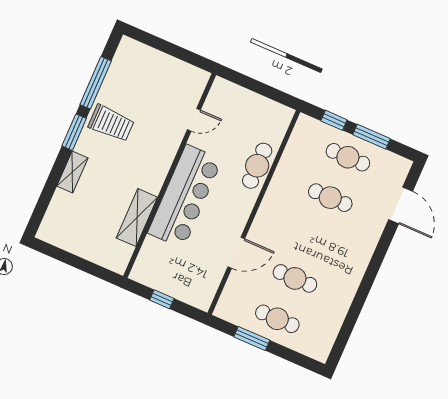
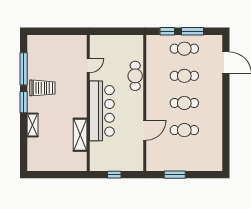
cafe table: (277, 319) -> (184, 103), moved

